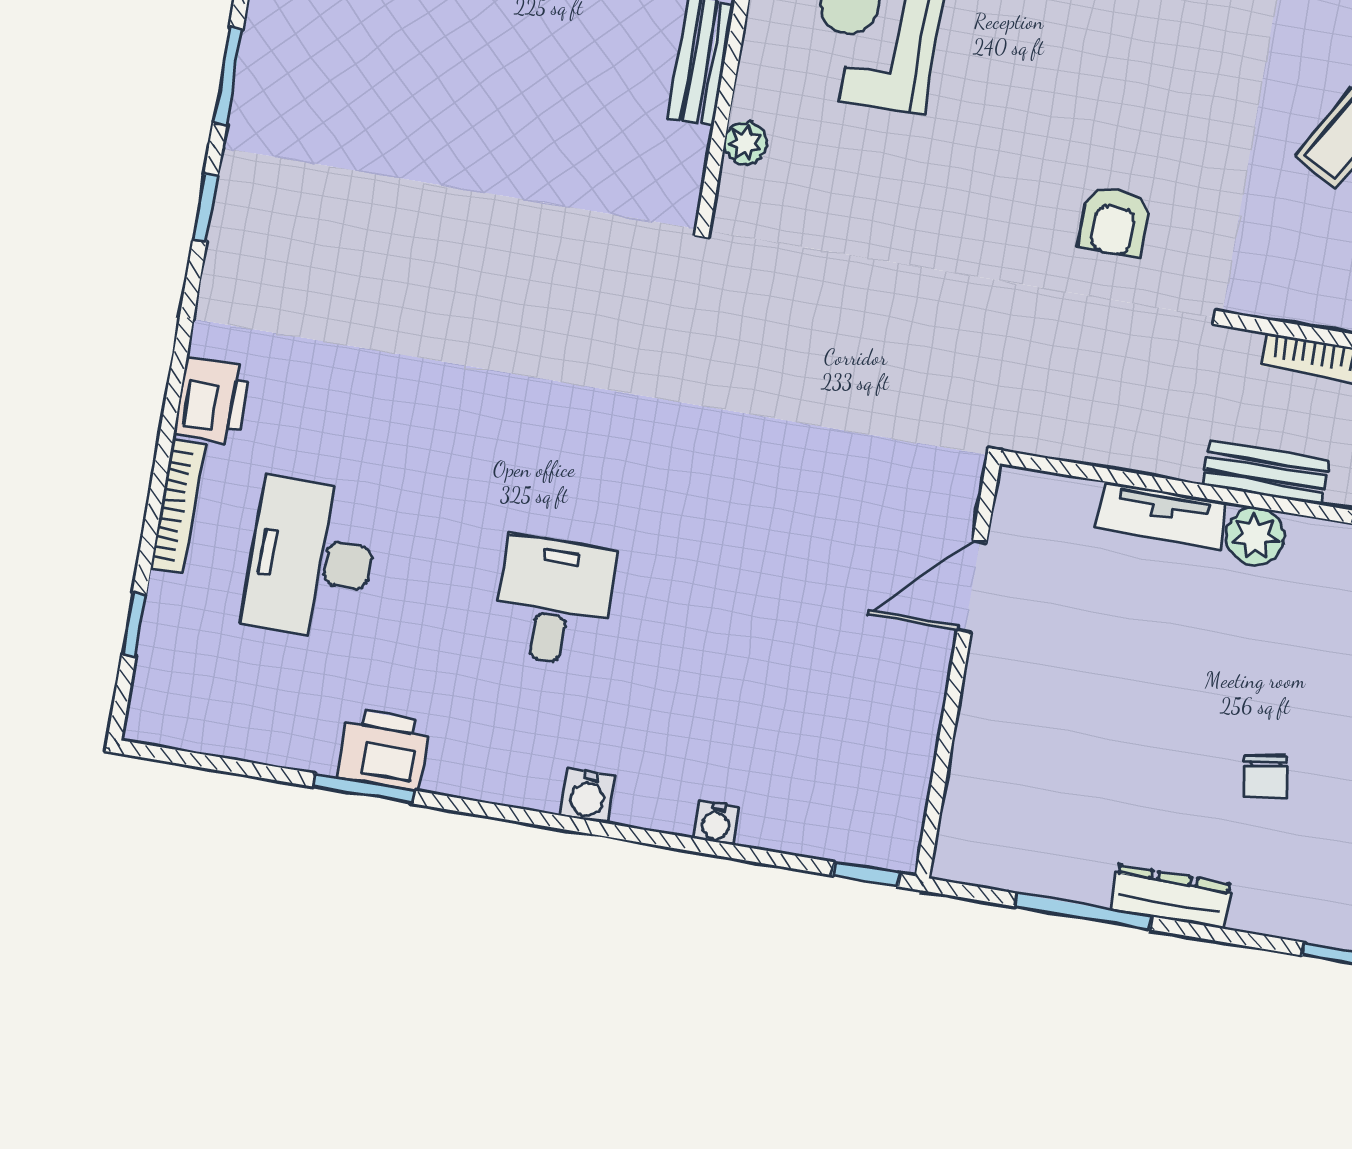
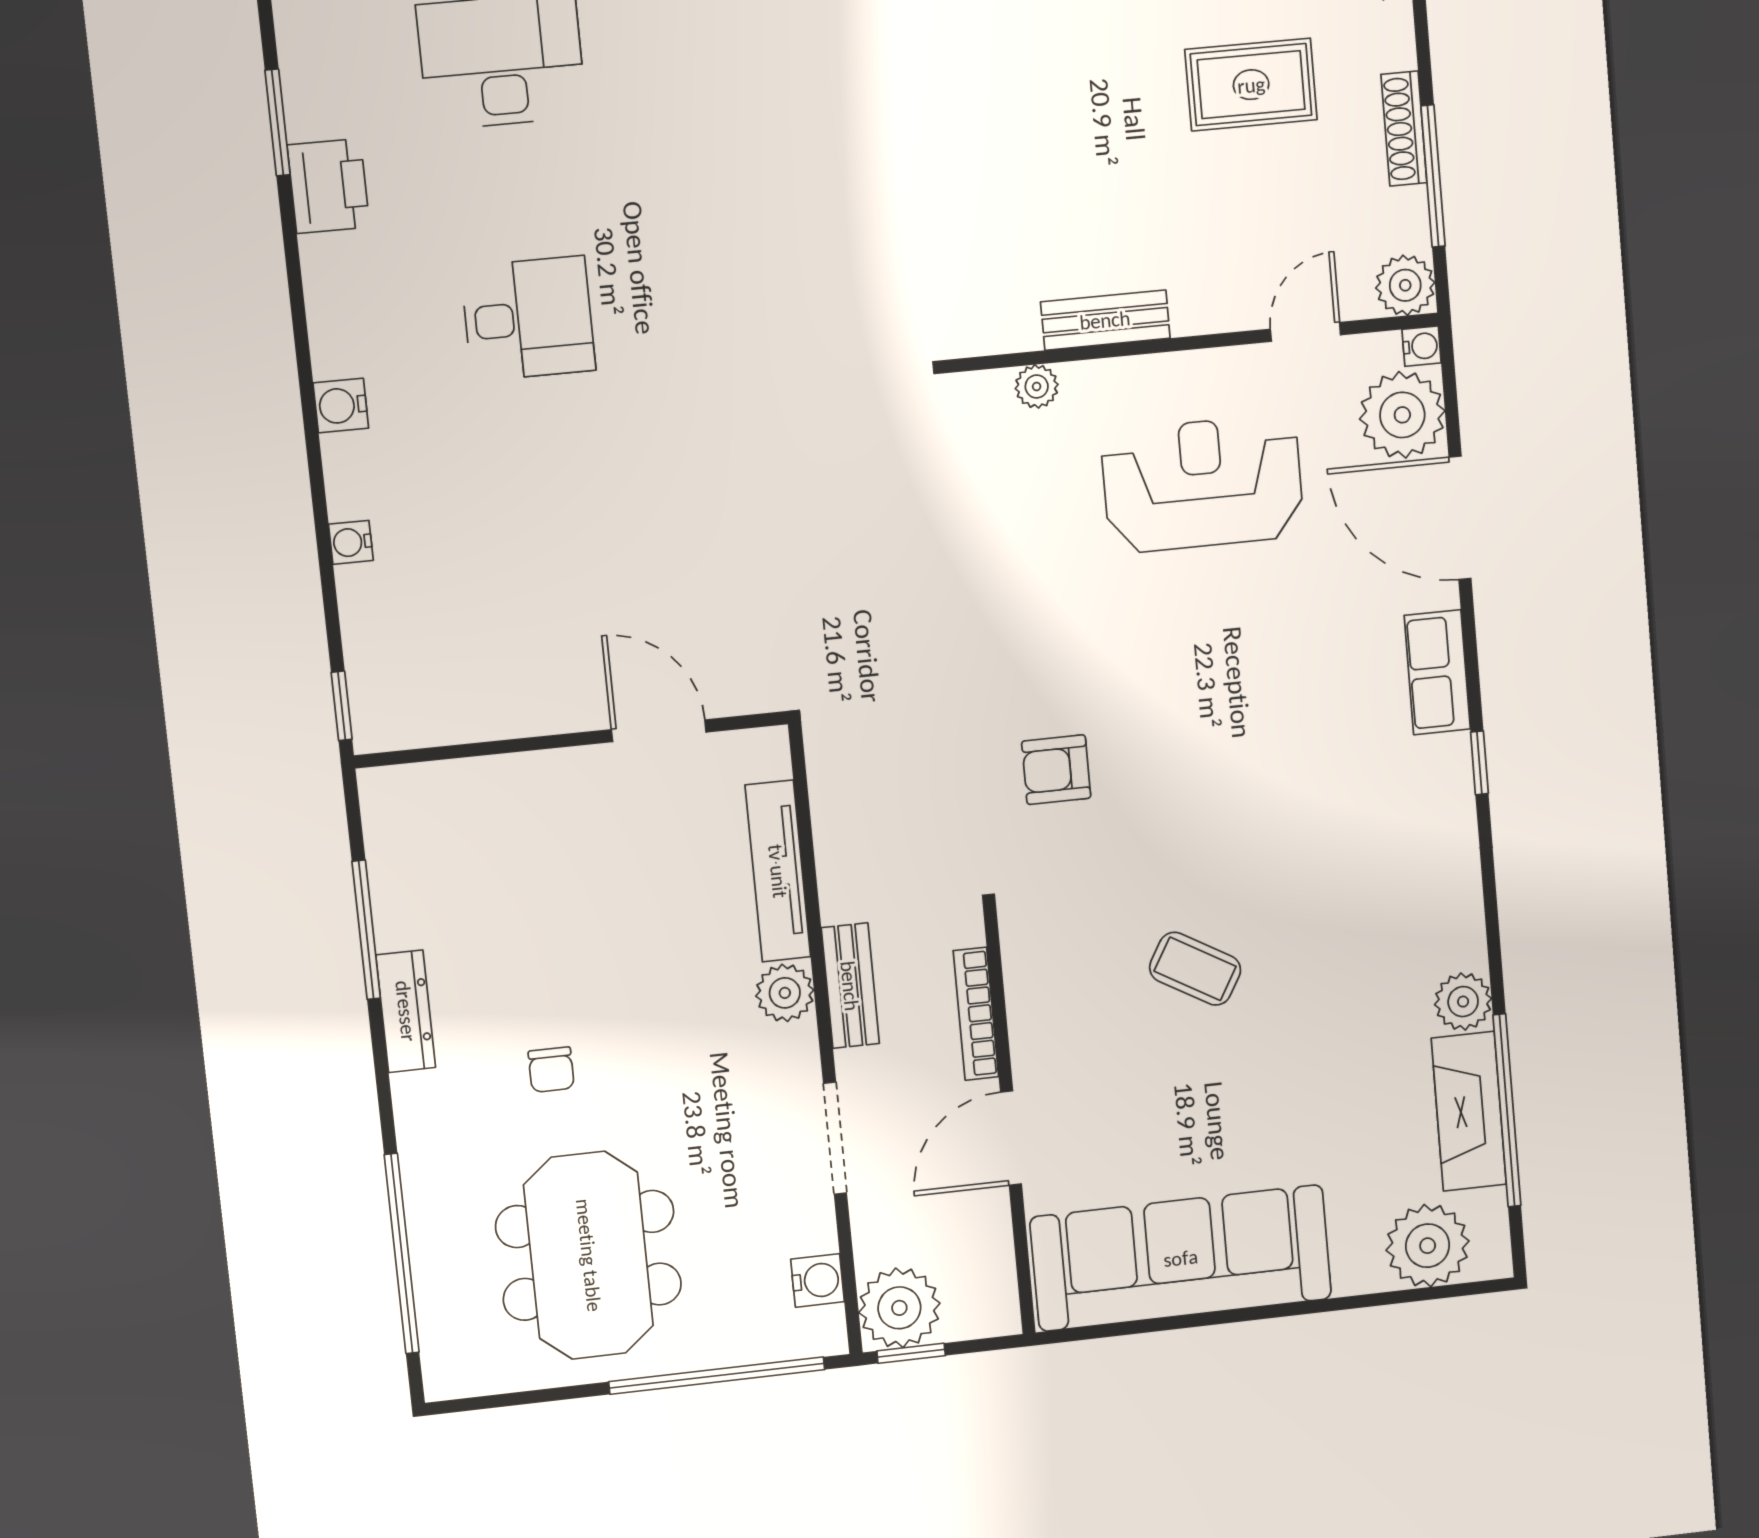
tv unit: (1162, 515) -> (778, 871), width x1.41
chair: (1266, 776) -> (551, 1070), turned -81
window: (364, 789) -> (277, 122), moved

